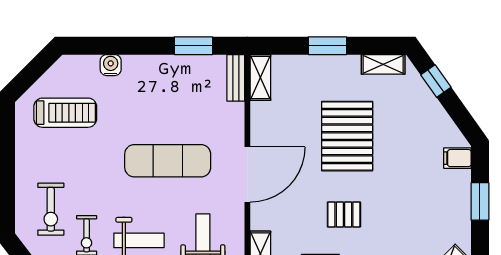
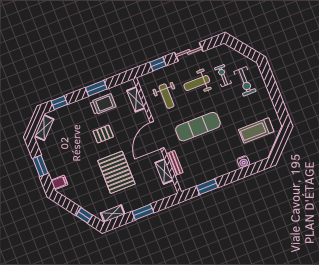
shelving: (260, 77) -> (164, 171), moved
bench: (236, 78) -> (174, 163), moved
exercise bike: (51, 209) -> (245, 81), turned 180

